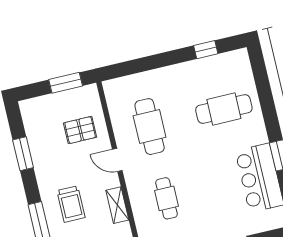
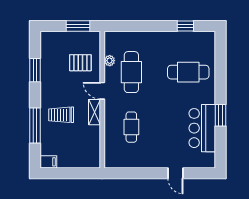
plant: (118, 118) -> (110, 61), added
trolley: (71, 204) -> (61, 115), turned 90
shelving: (117, 205) -> (94, 112), moved

